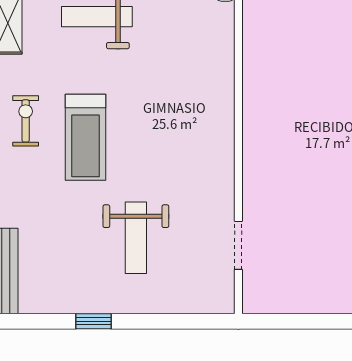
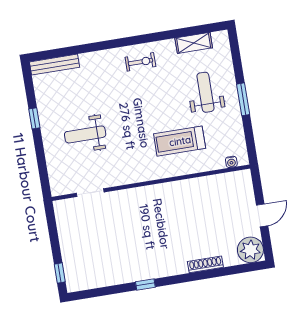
treadmill: (86, 137) -> (180, 141), moved

